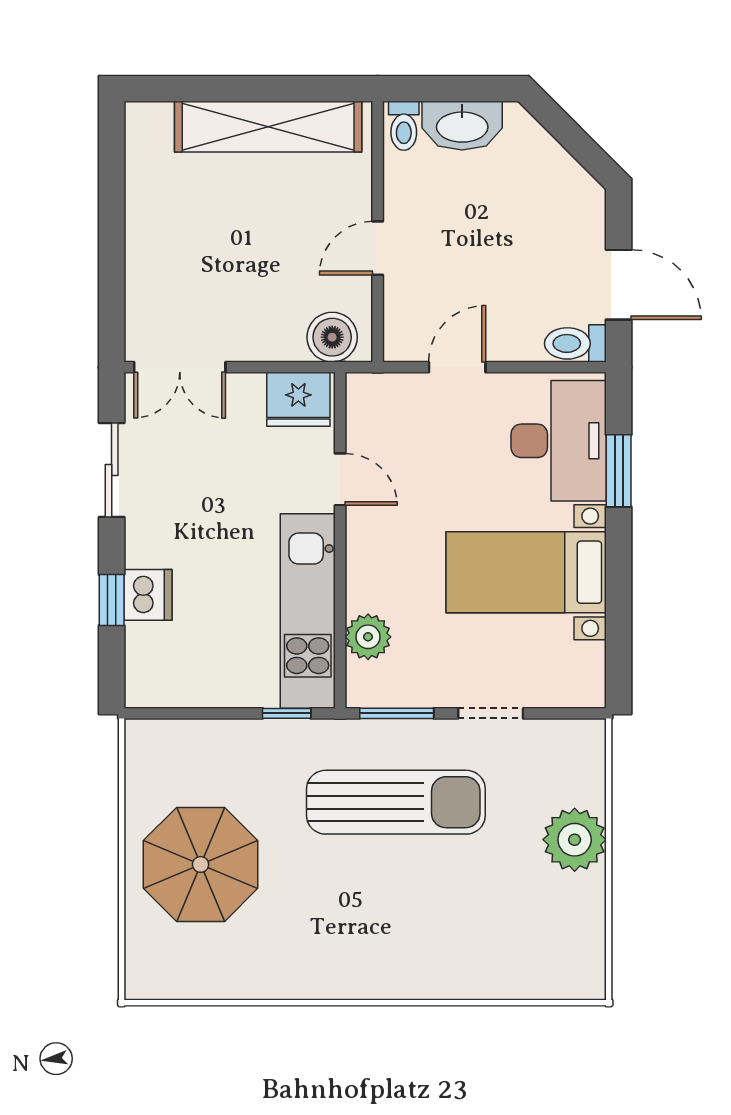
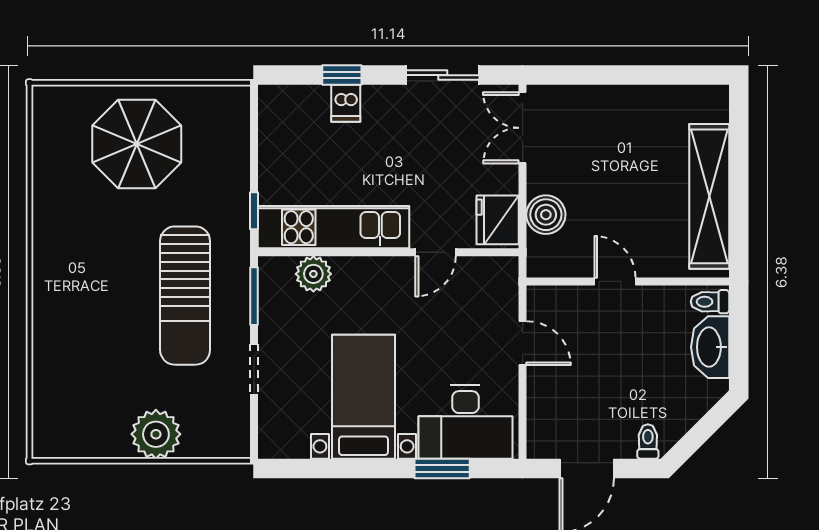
boiler: (332, 337) -> (546, 215), moved
toilet: (575, 343) -> (648, 442), moved, width x0.73, depth x0.72
dishwasher: (148, 595) -> (346, 103), width x0.73

